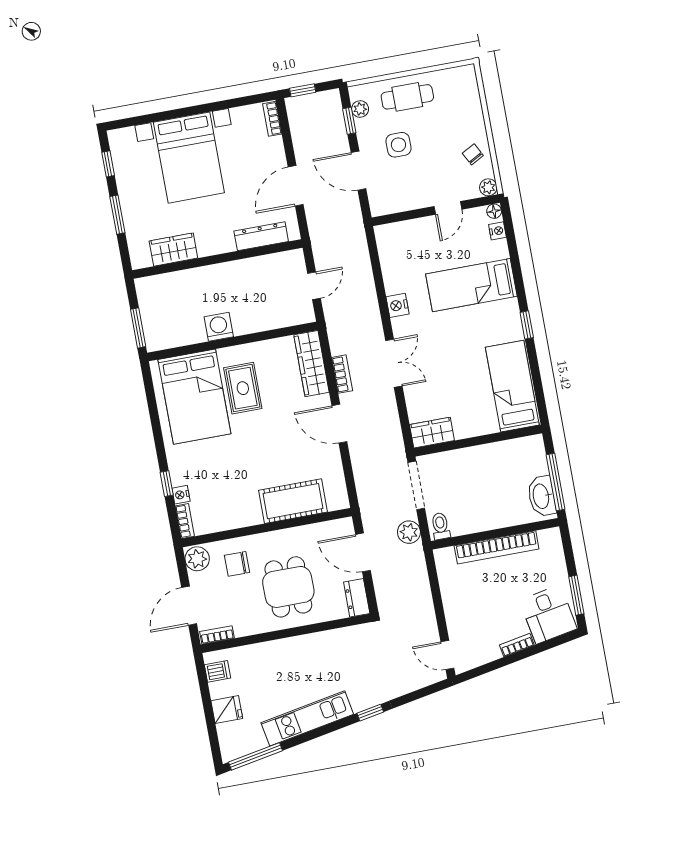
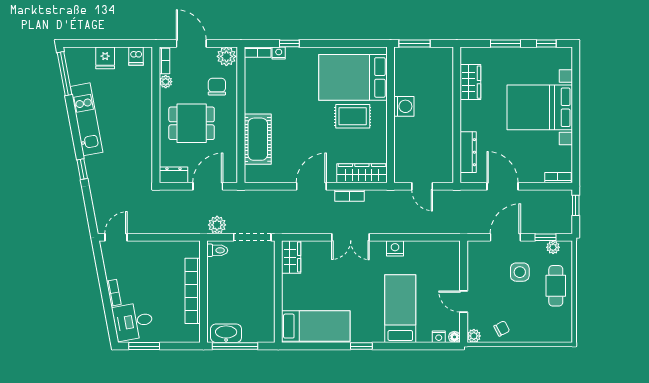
plant: (242, 629) -> (166, 82), added

